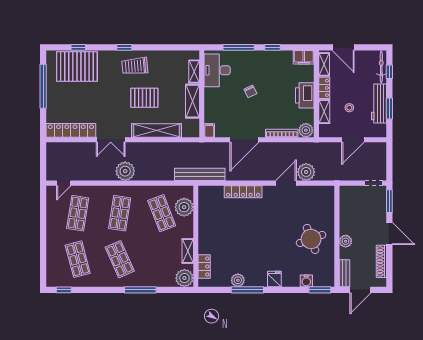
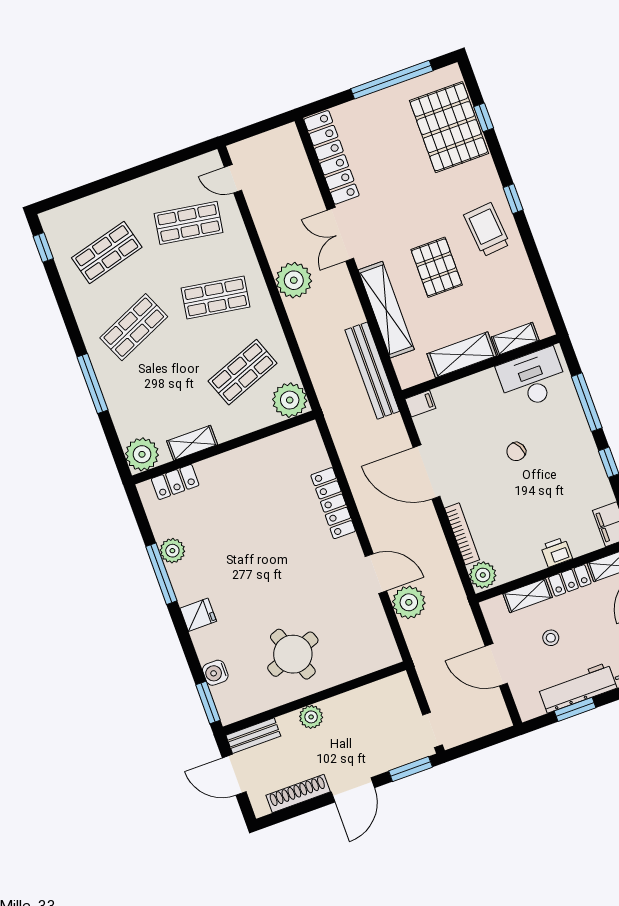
printer: (305, 95) -> (556, 552), width x0.53, depth x0.68
bench: (200, 174) -> (372, 371), moved
plant: (184, 207) -> (290, 400), moved

